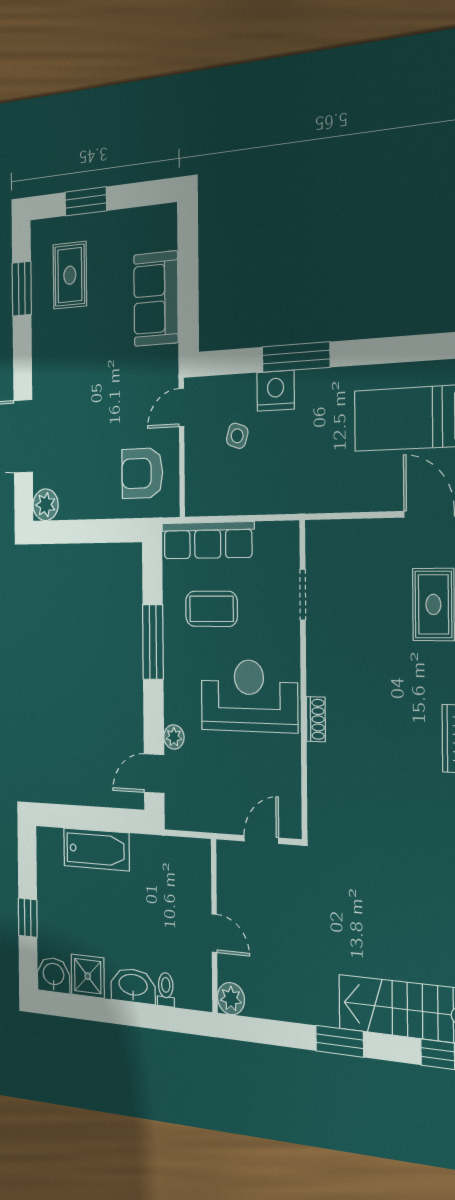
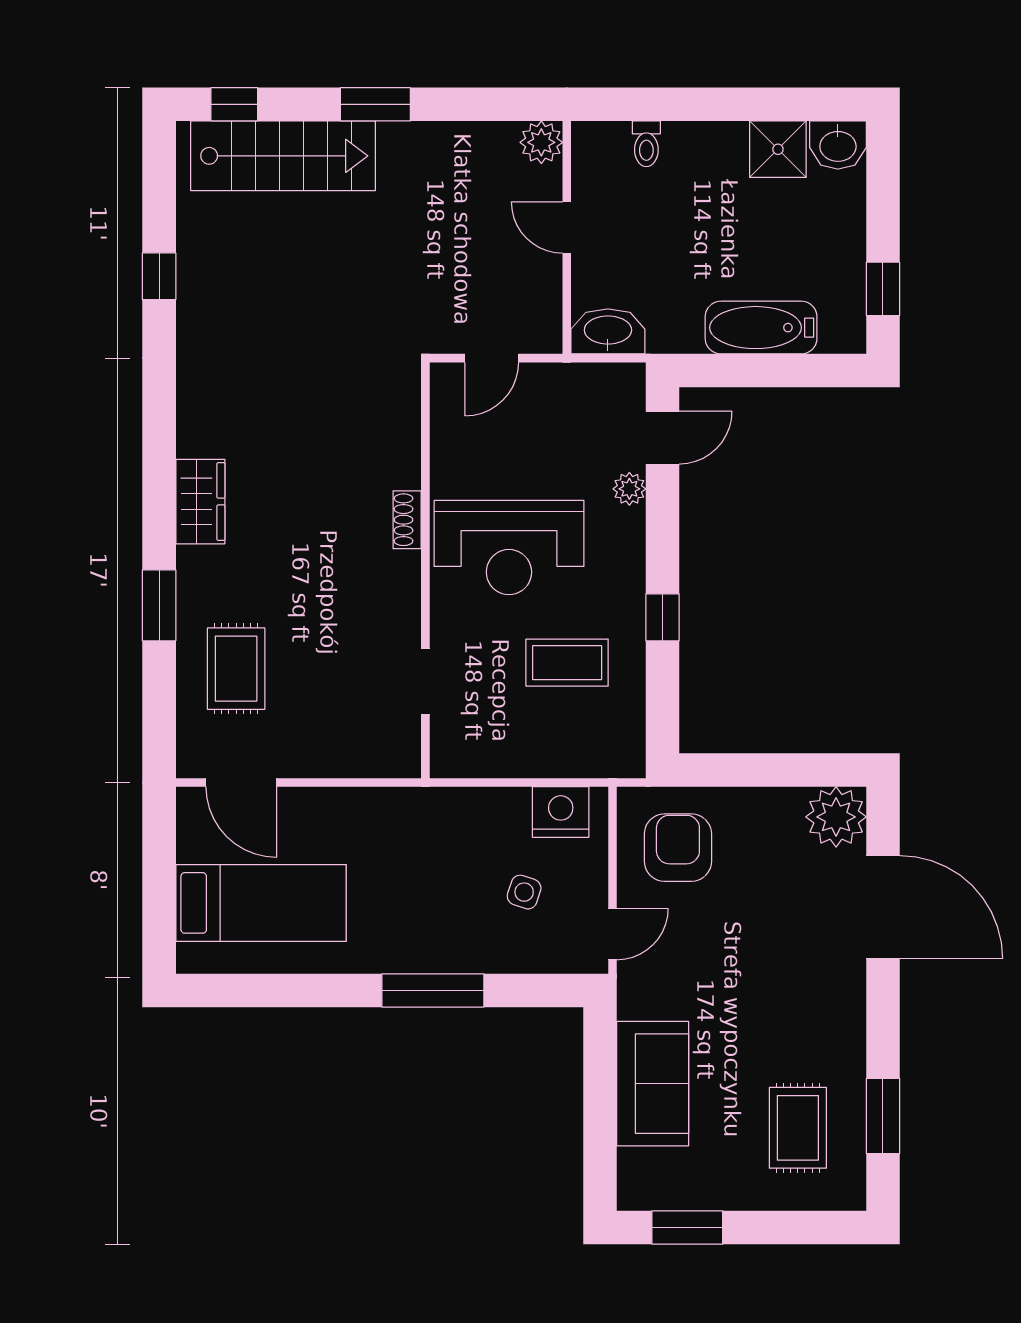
window: (86, 201) -> (687, 1228), moved
nightstand: (276, 391) -> (561, 812), moved, turned 180
armchair: (142, 473) -> (678, 848), turned -90
plant: (46, 505) -> (836, 817), width x1.36, depth x1.36
row of seats: (208, 540) -> (572, 754), removed
window: (153, 642) -> (663, 617), width x0.46
window: (28, 918) -> (883, 289), moved
washbasin: (133, 986) -> (608, 331), moved, turned 180

